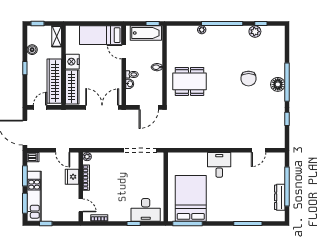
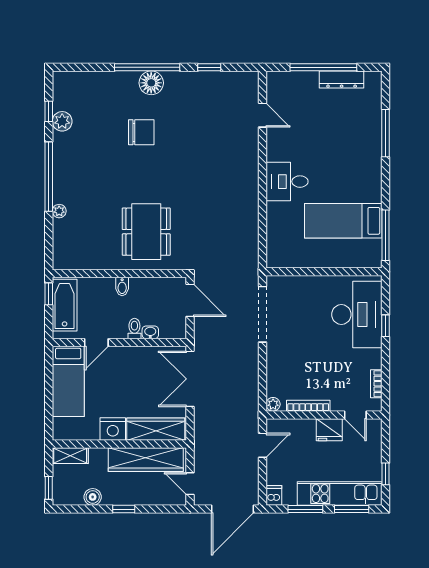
fridge: (72, 177) -> (329, 430), moved
bed: (191, 198) -> (343, 221), width x0.67
door: (81, 205) -> (355, 415), swing flipped
desk: (146, 210) -> (357, 314), width x1.36, depth x1.30

